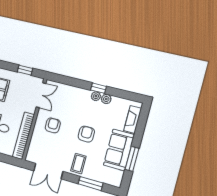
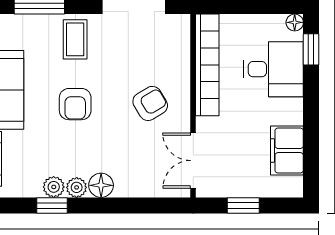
window: (99, 88) -> (52, 205), moved
floor lamp: (85, 94) -> (101, 185), added
armchair: (53, 125) -> (150, 103), turned -121

